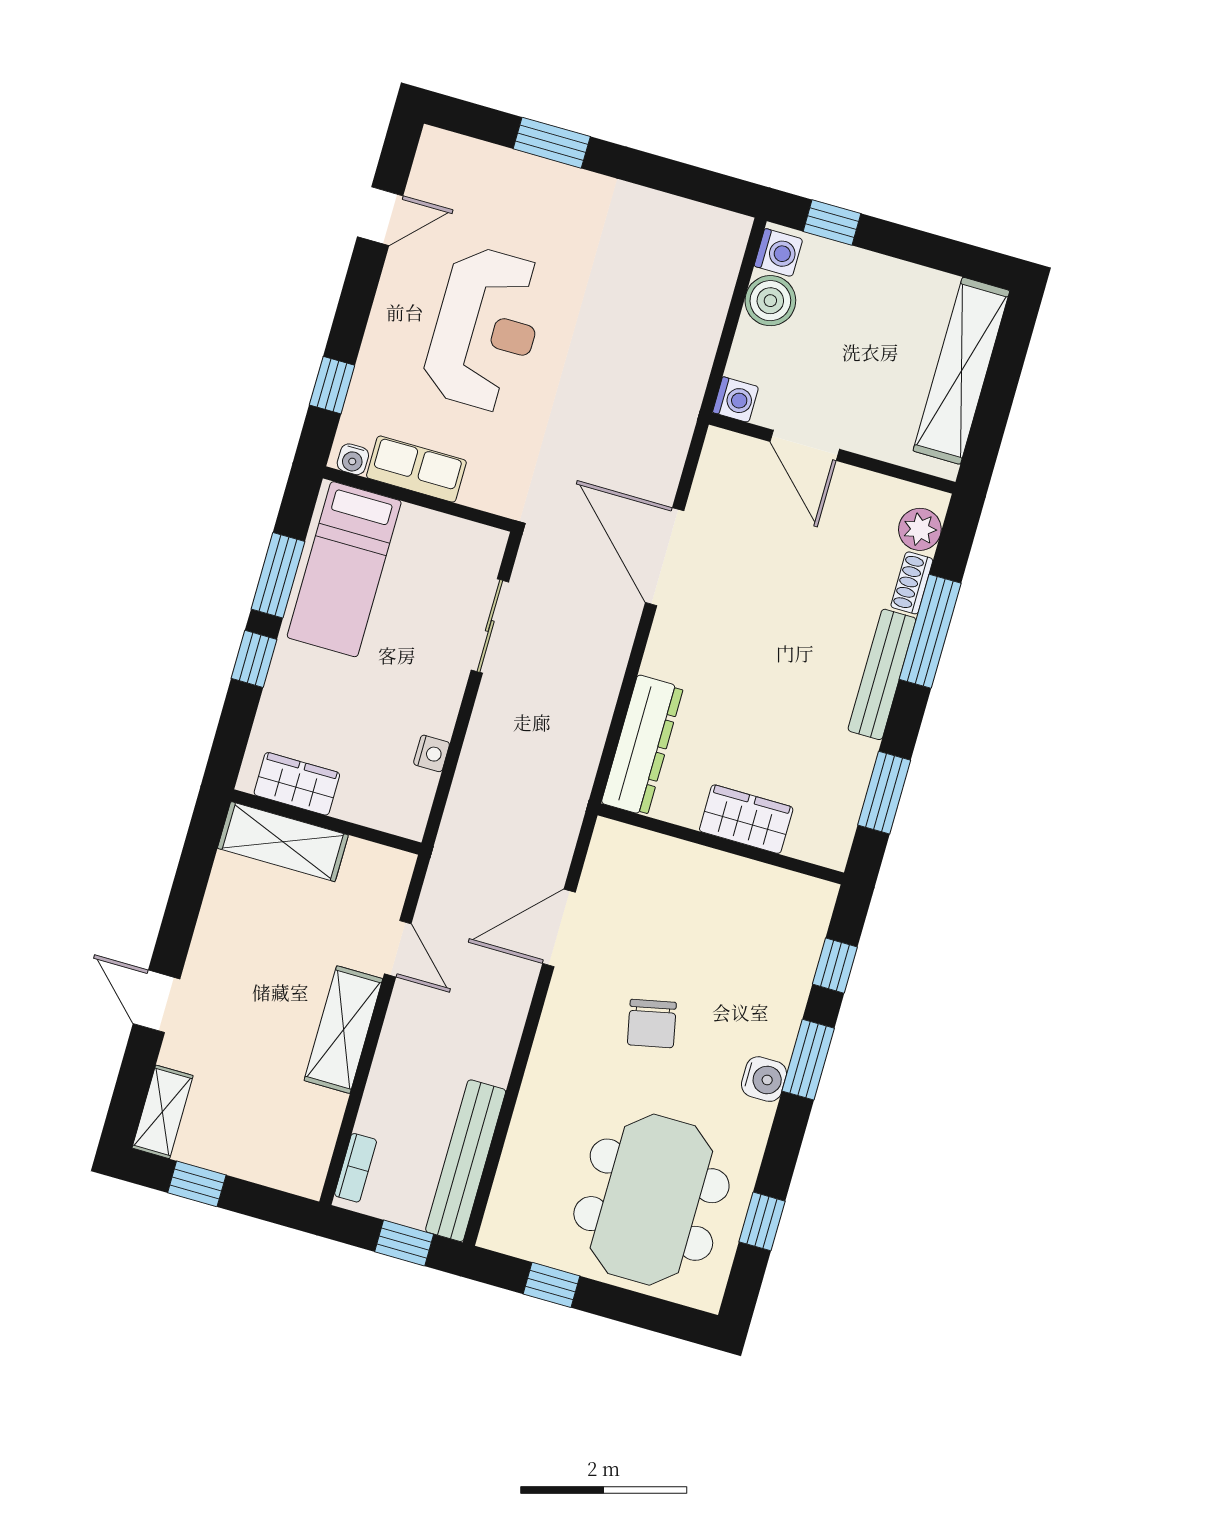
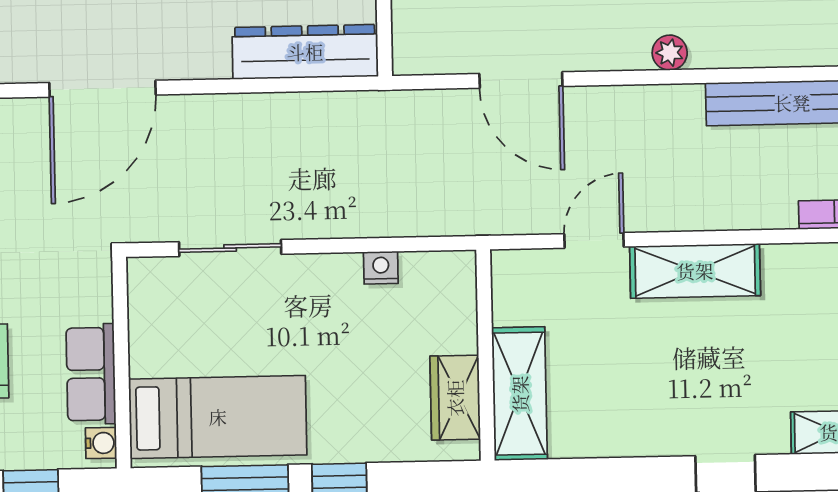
plant: (543, 1066) -> (670, 53), added

